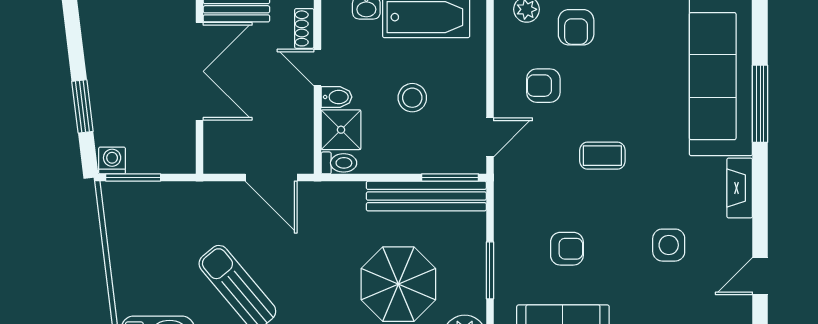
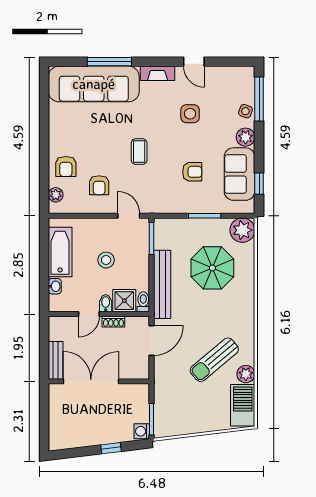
armchair: (576, 27) -> (66, 167), turned 90
shoe rack: (304, 28) -> (113, 322), moved
window: (82, 106) -> (111, 448), width x0.67
bench: (426, 196) -> (162, 284), moved
armchair: (567, 249) -> (192, 172), turned 90
door: (760, 276) -> (194, 62), moved

